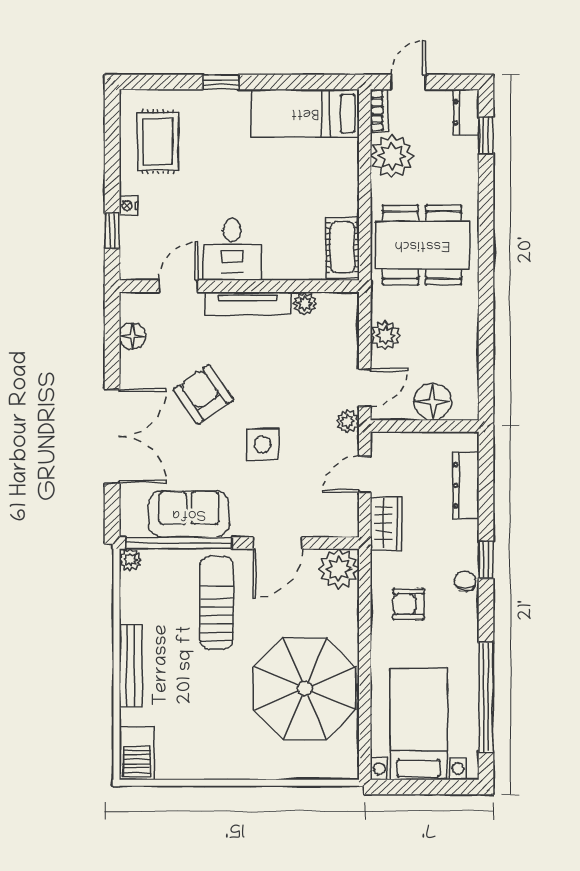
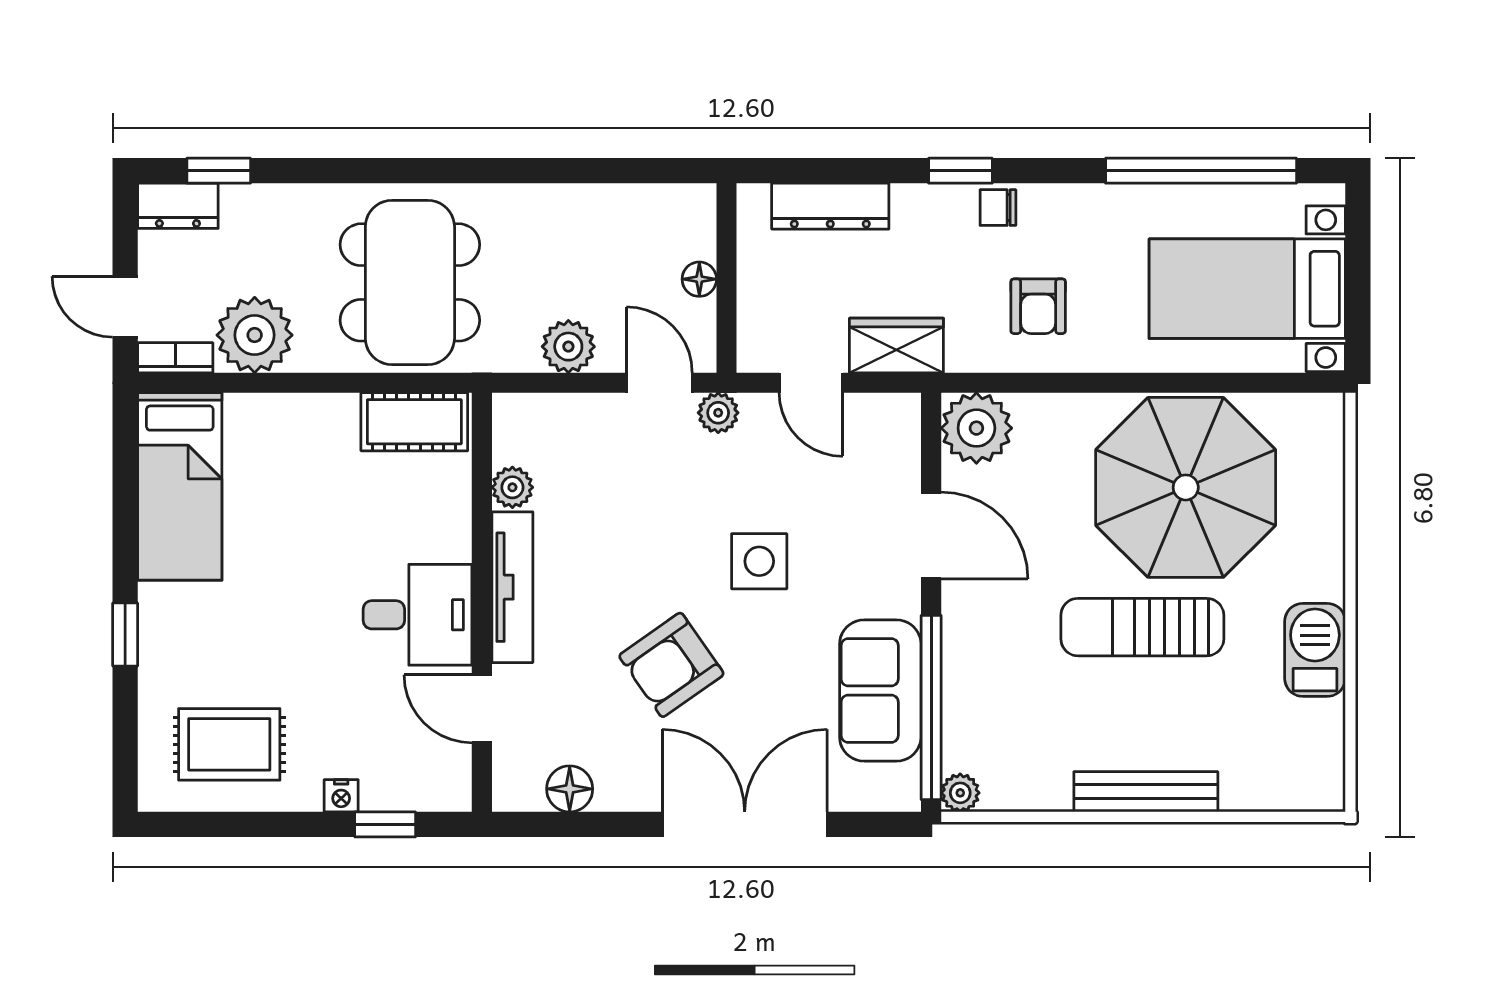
floor lamp: (433, 402) -> (699, 279), width x0.53, depth x0.53
sun lounger: (216, 603) -> (1142, 627), moved
barbecue: (137, 753) -> (1315, 650), moved, turned -90

